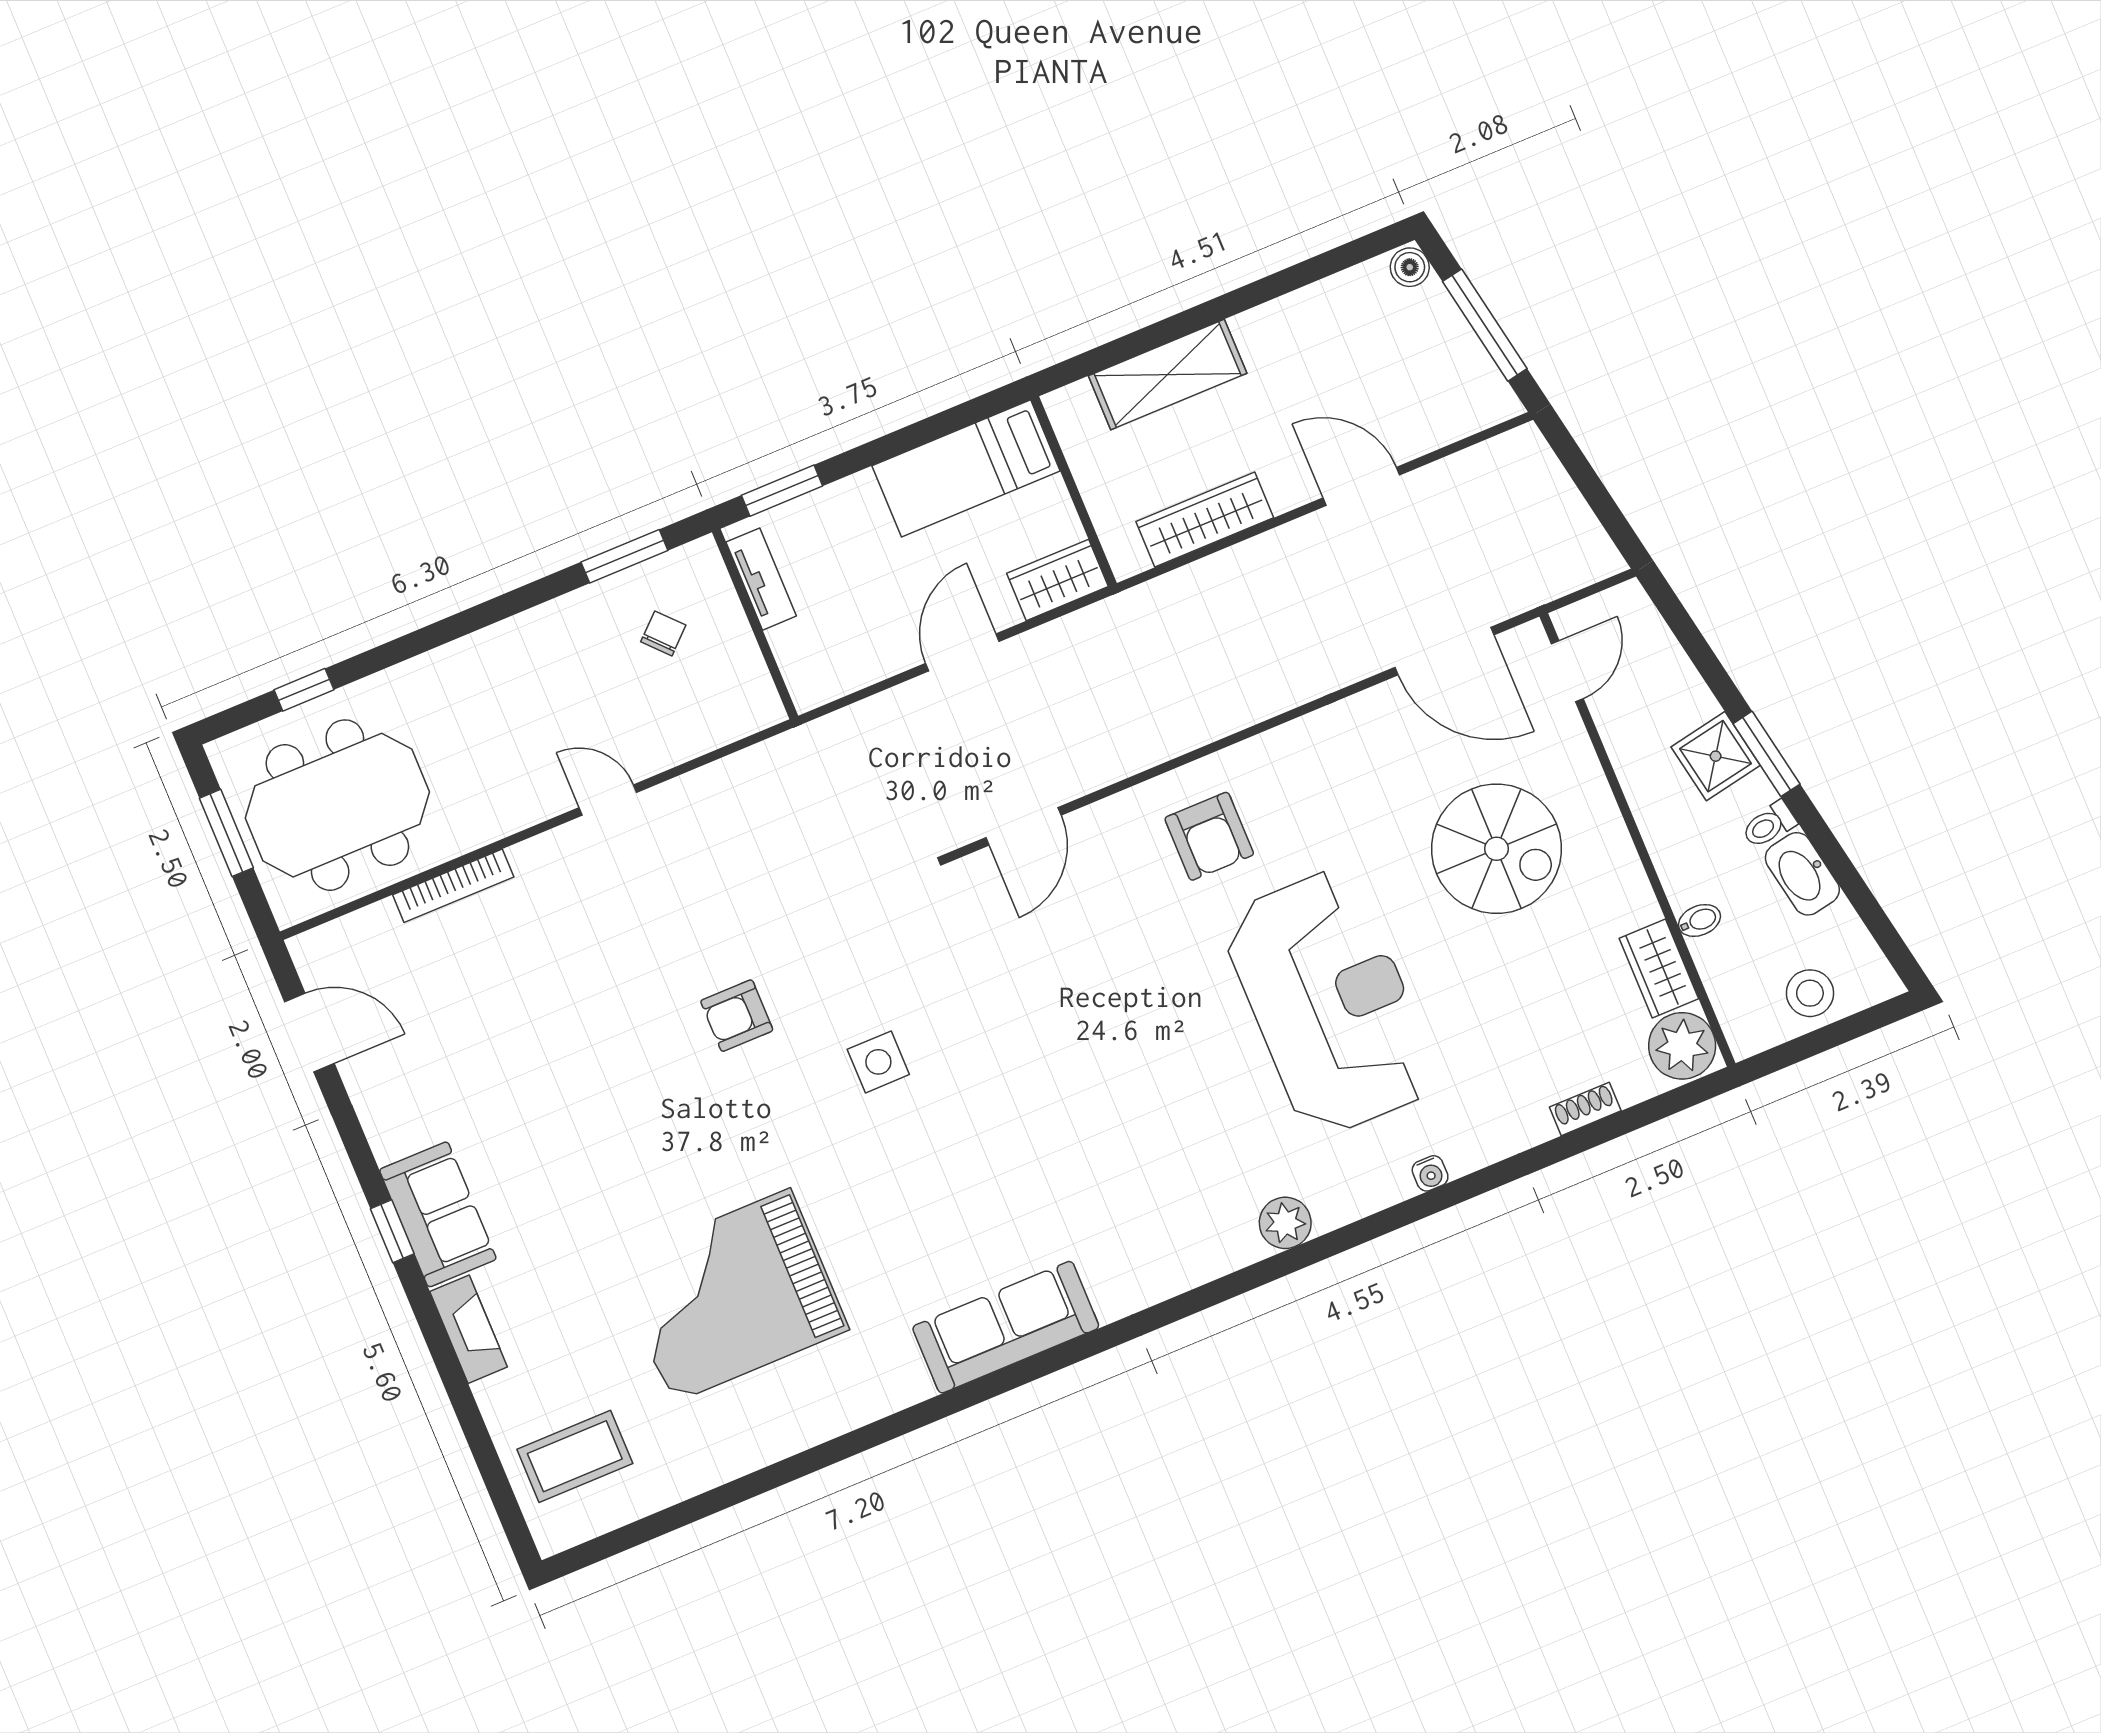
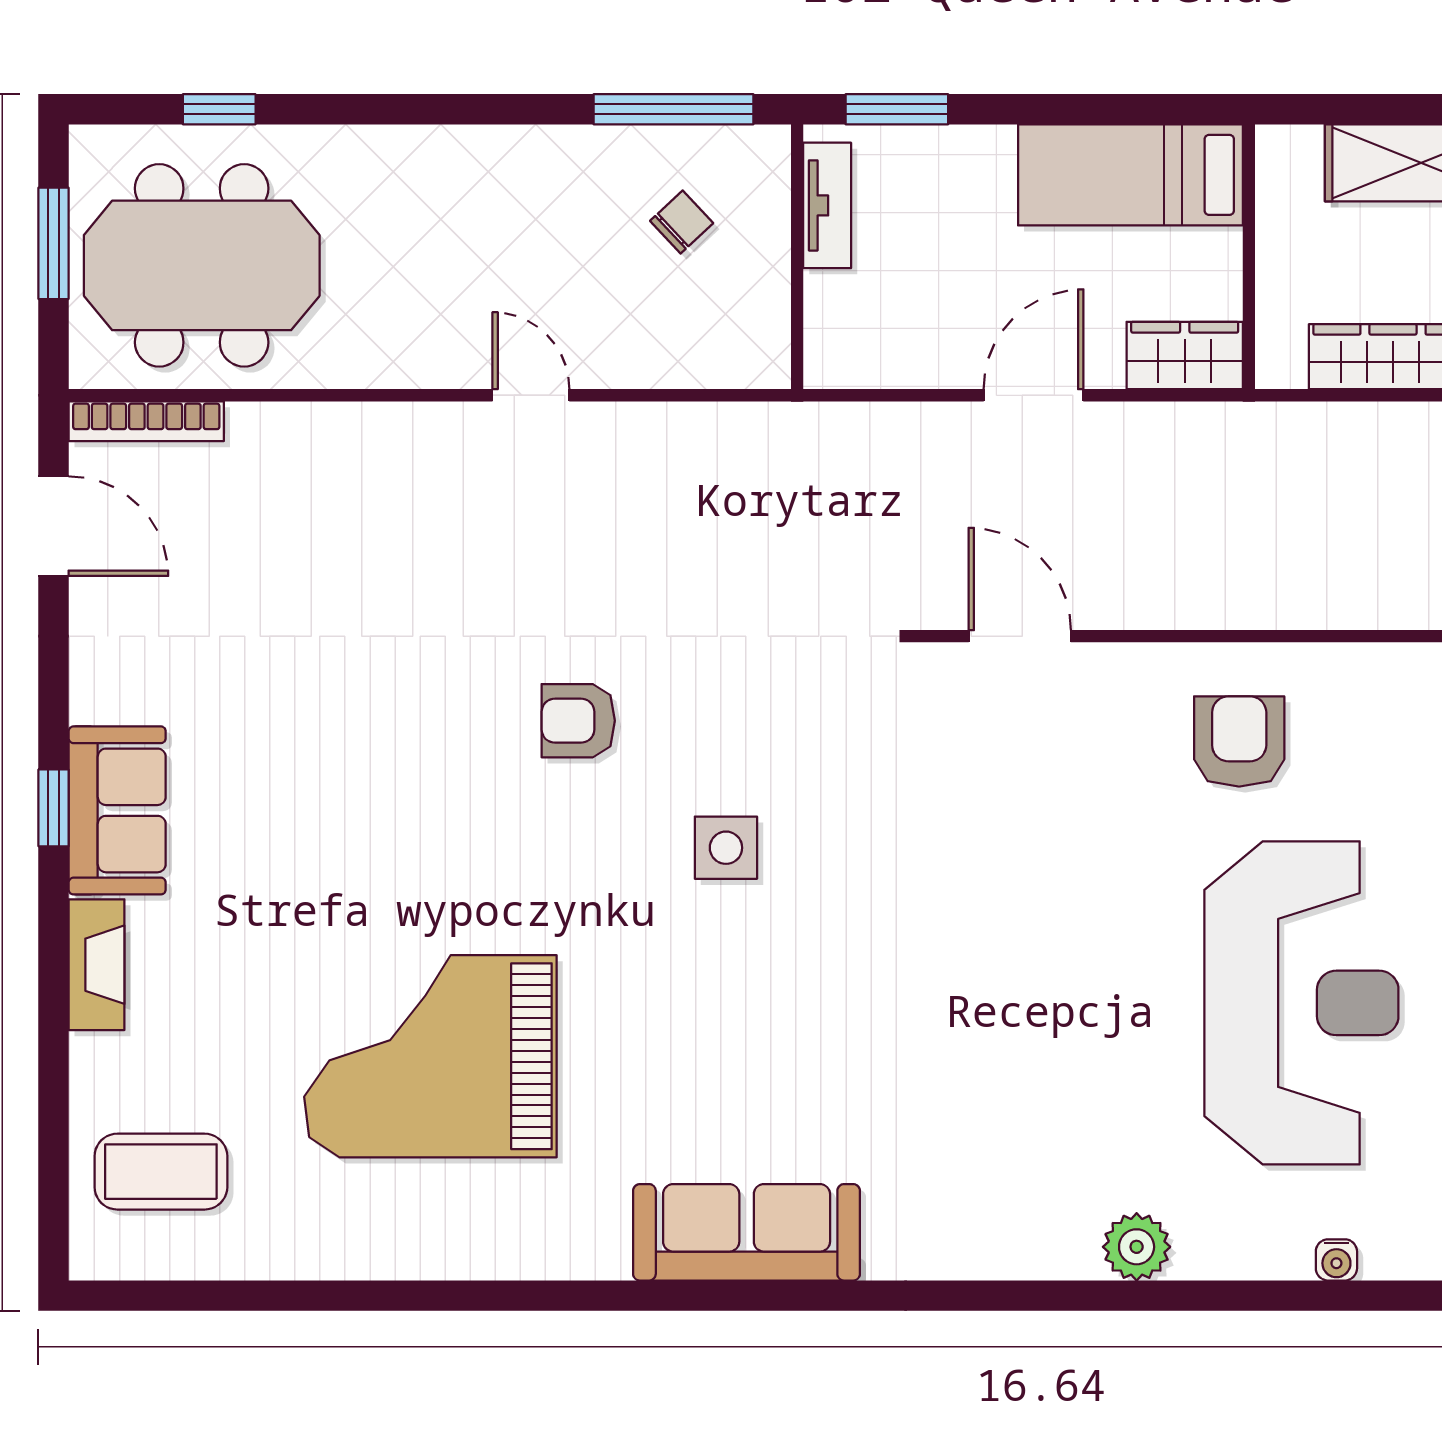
window: (624, 556) -> (674, 109), width x1.44
door: (1023, 826) -> (1020, 636), swing flipped
armchair: (1209, 836) -> (1239, 741), turned 180
bookcase: (453, 886) -> (146, 421), moved

